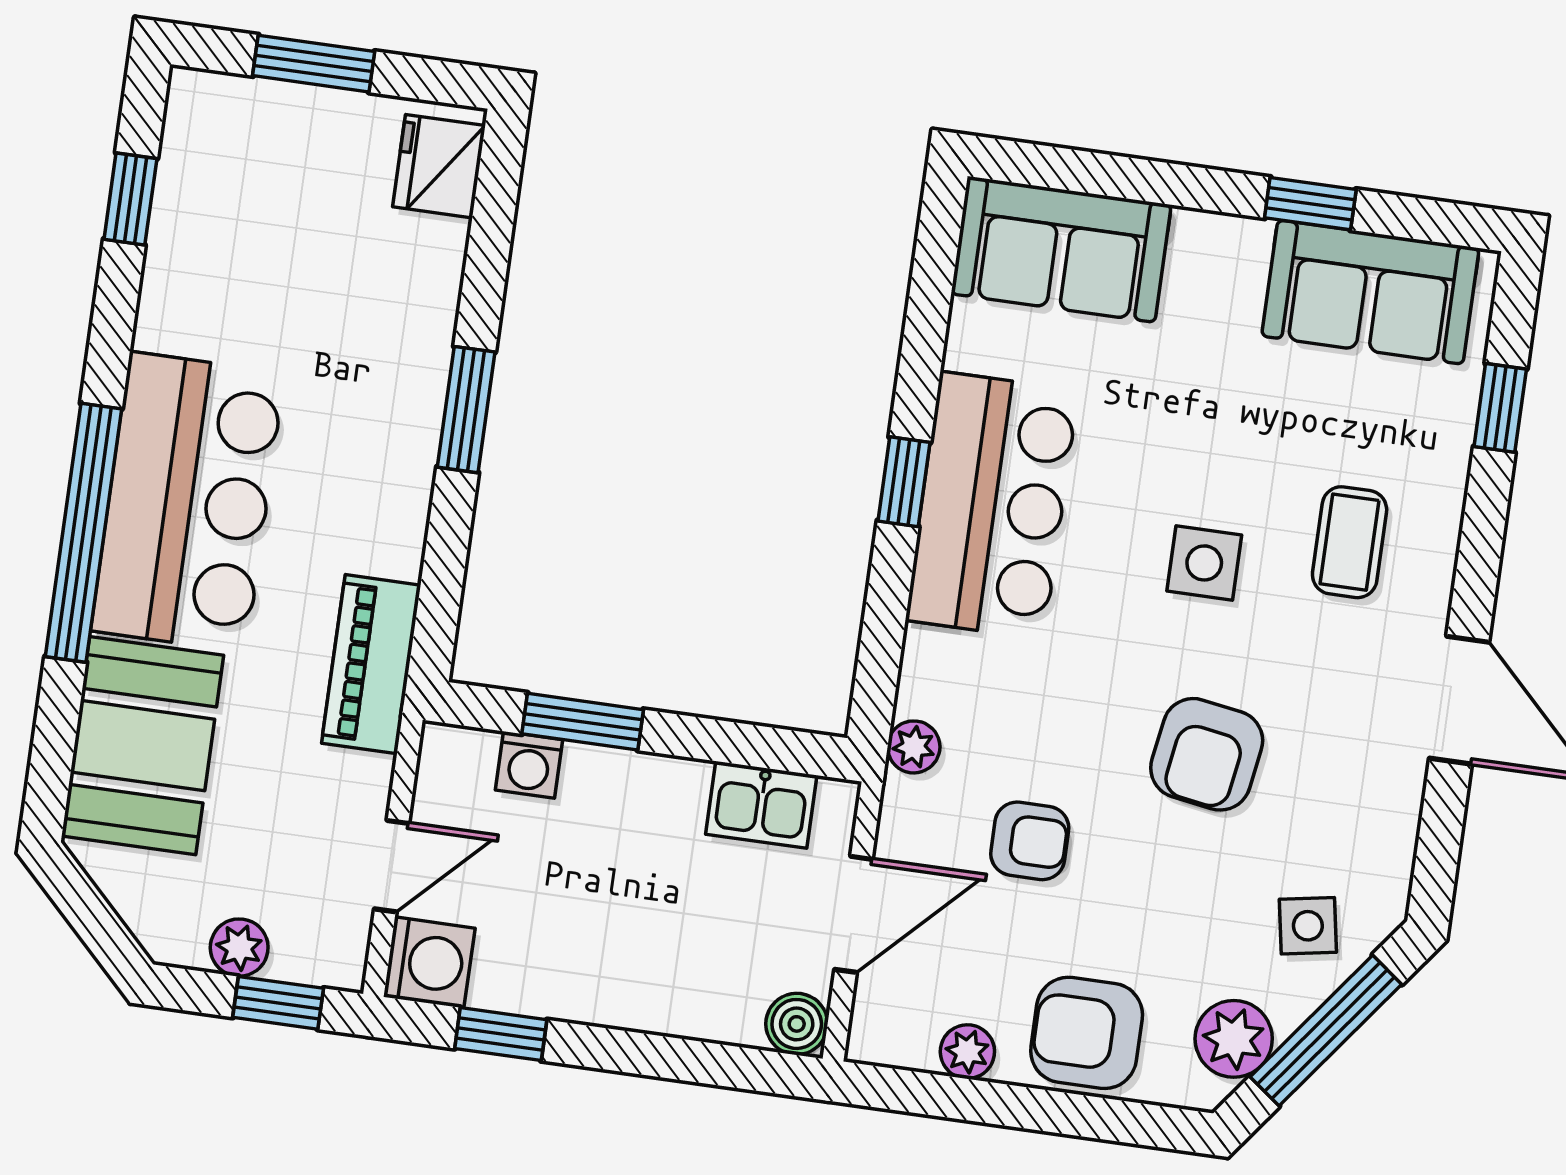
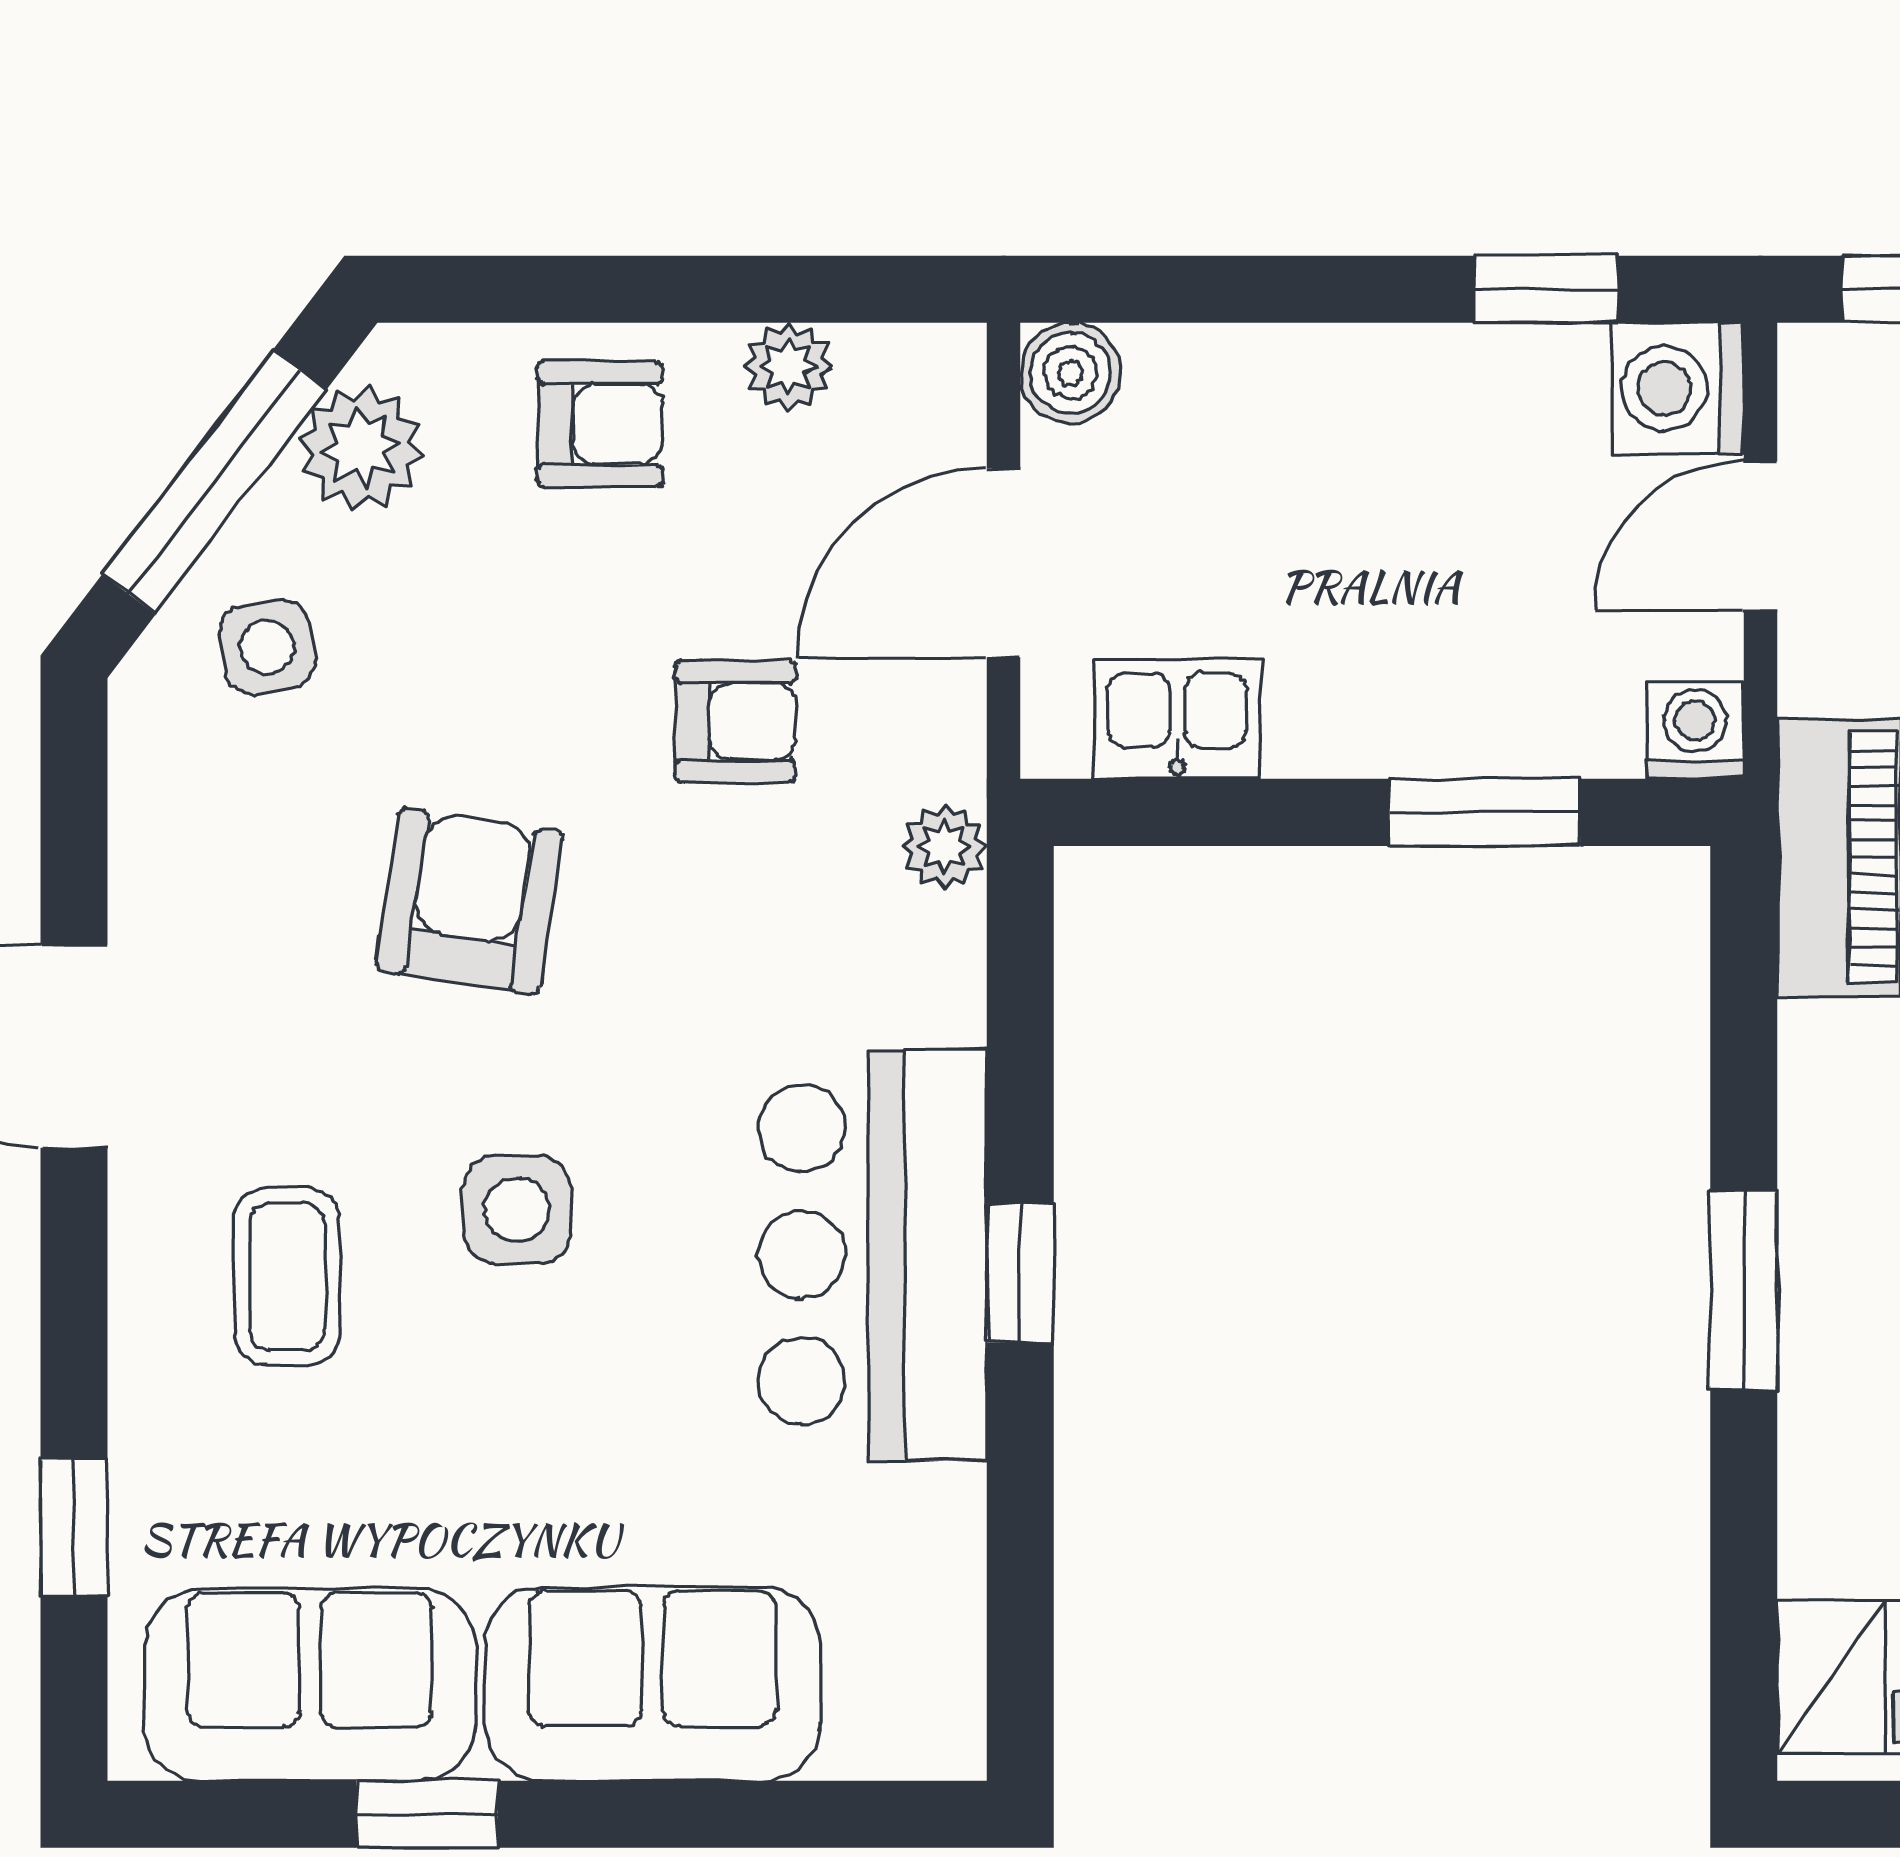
sofa: (1061, 249) -> (652, 1684), moved
washing machine: (529, 765) -> (1695, 730), moved
armchair: (1030, 841) -> (736, 721), turned 180
armchair: (1087, 1033) -> (600, 424), width x0.72, depth x0.72

